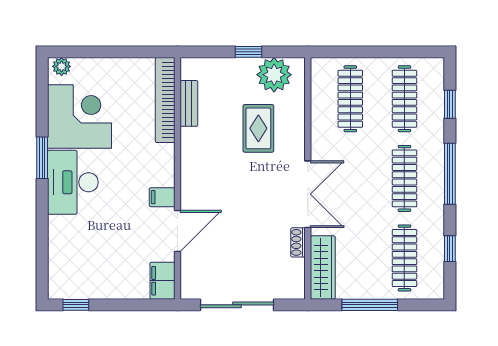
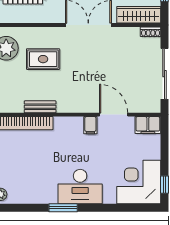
bench: (189, 103) -> (40, 107), moved
corner desk: (80, 116) -> (139, 182), moved
shoe rack: (298, 242) -> (151, 32), moved

